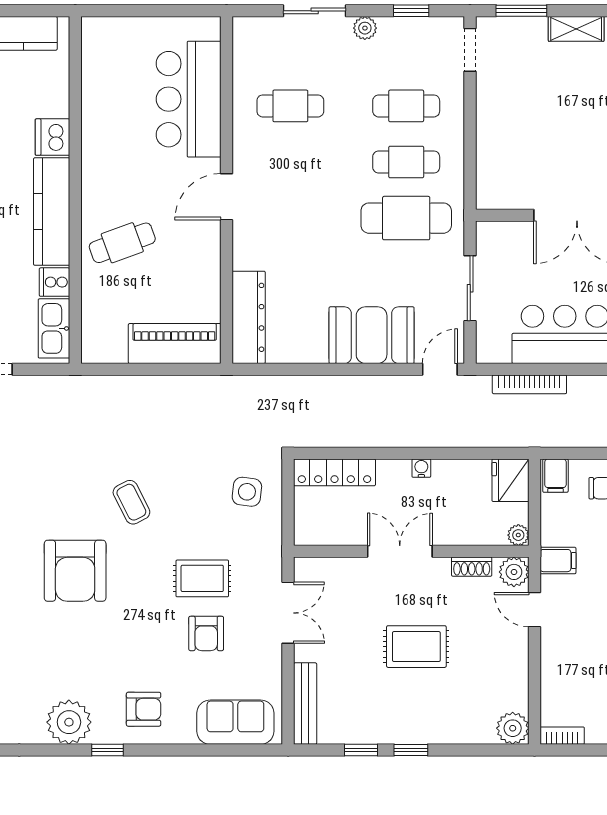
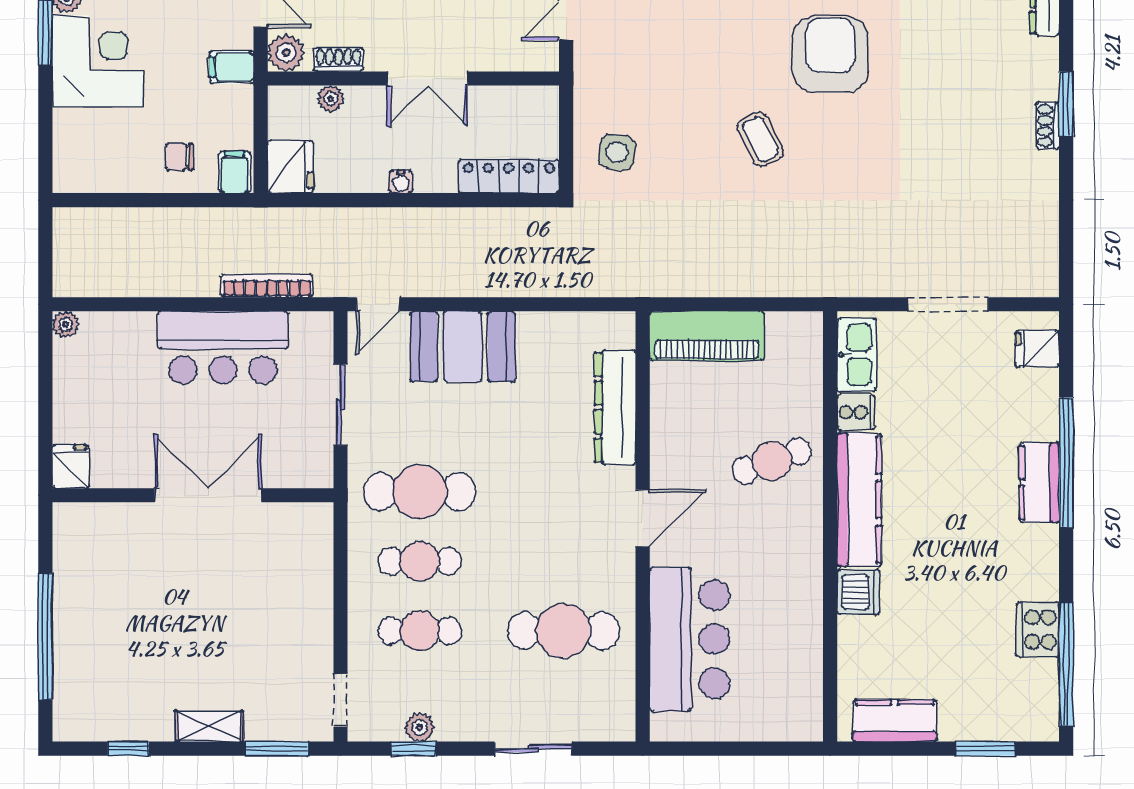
plant: (365, 28) -> (420, 727), moved
cafe table: (290, 106) -> (563, 631), width x1.37, depth x1.35
dresser: (249, 317) -> (615, 407), moved
plant: (518, 535) -> (331, 99), moved
rug: (202, 578) -> (673, 45), removed

